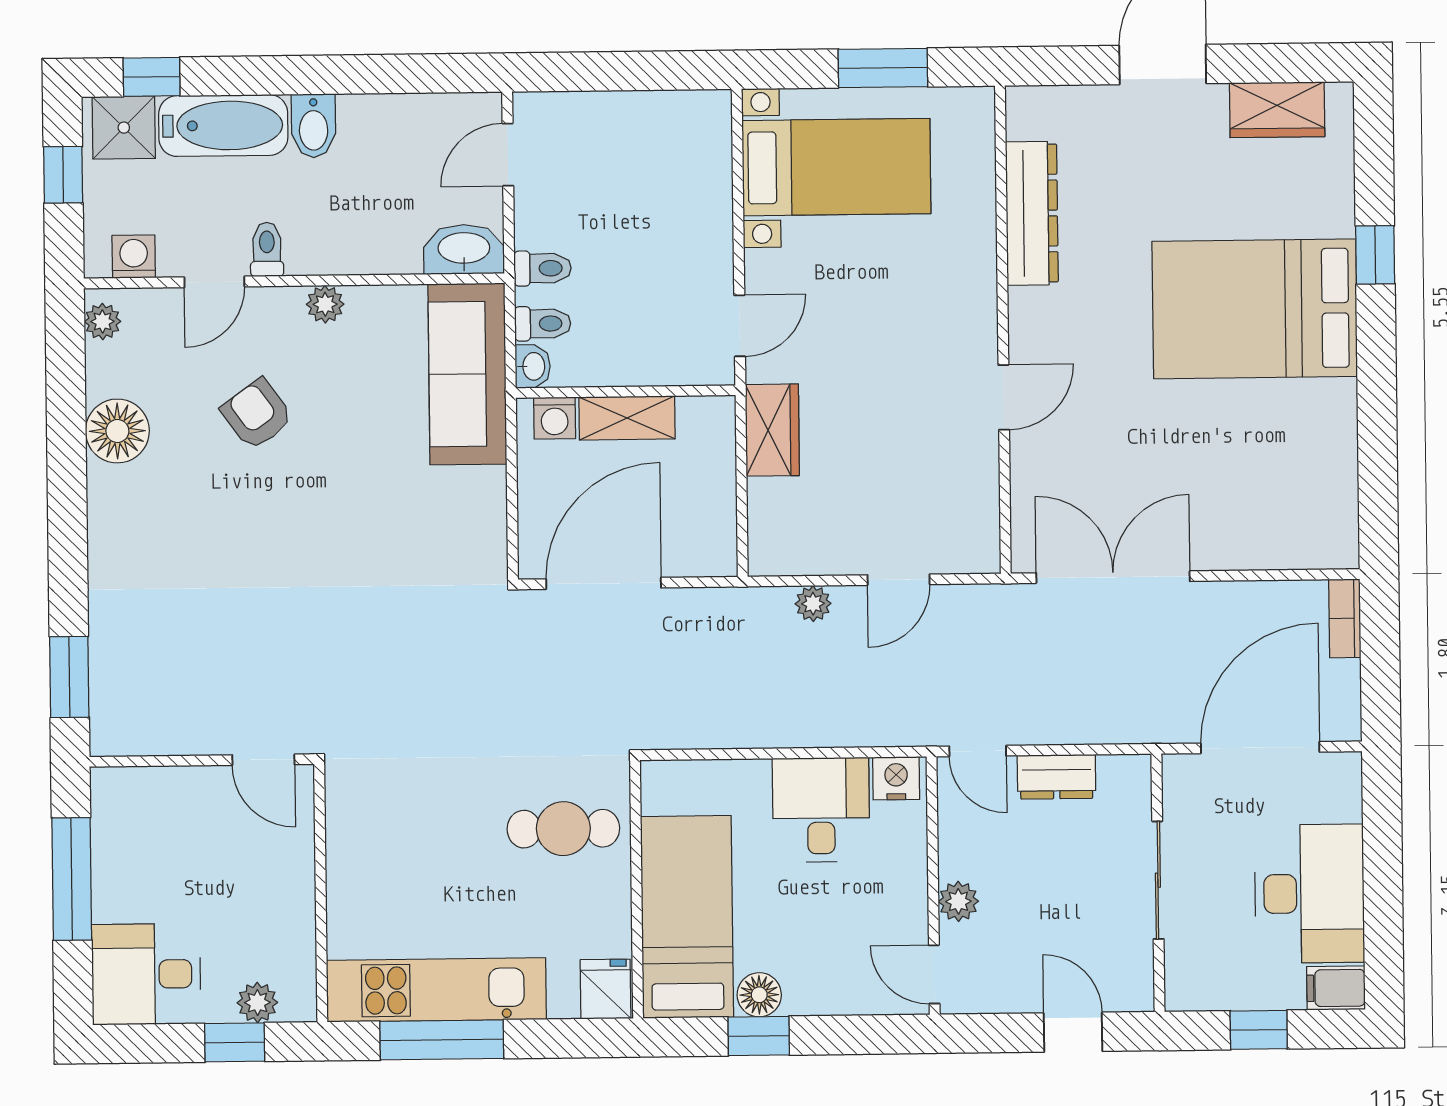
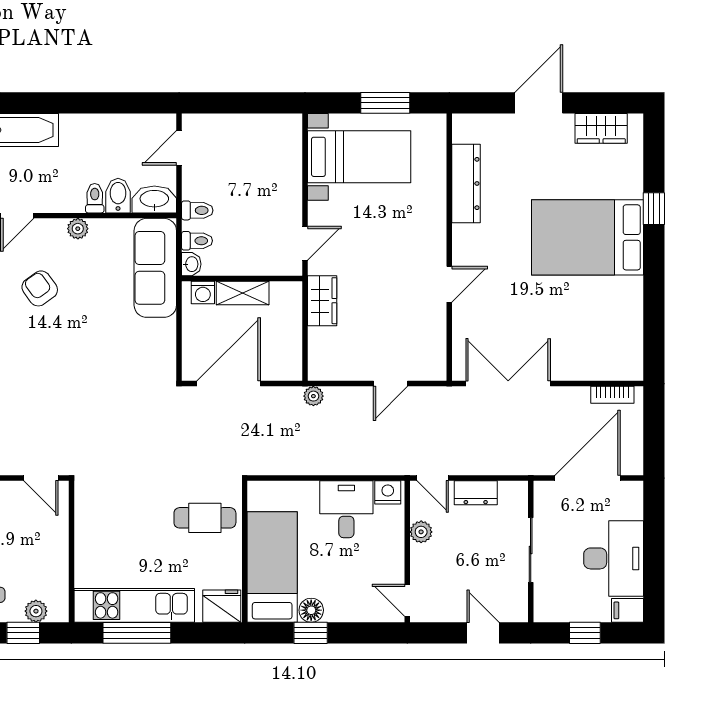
bidet: (314, 126) -> (118, 196), moved, turned 180
toilet: (267, 249) -> (95, 198), moved
plant: (813, 604) -> (313, 396), moved
bookcase: (1345, 618) -> (612, 395), moved, turned -90
plant: (958, 901) -> (421, 532), moved
fridge: (606, 989) -> (222, 606), width x1.38

